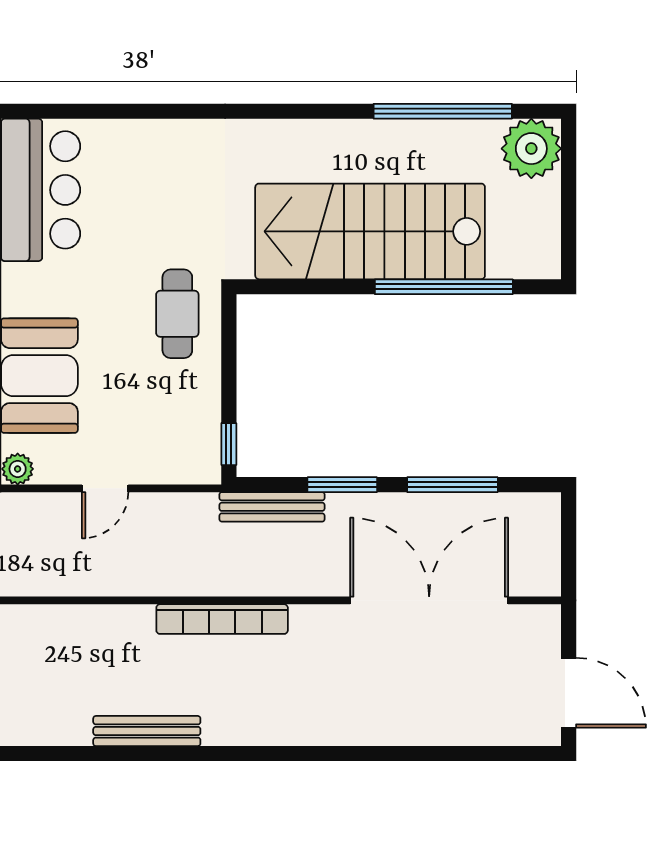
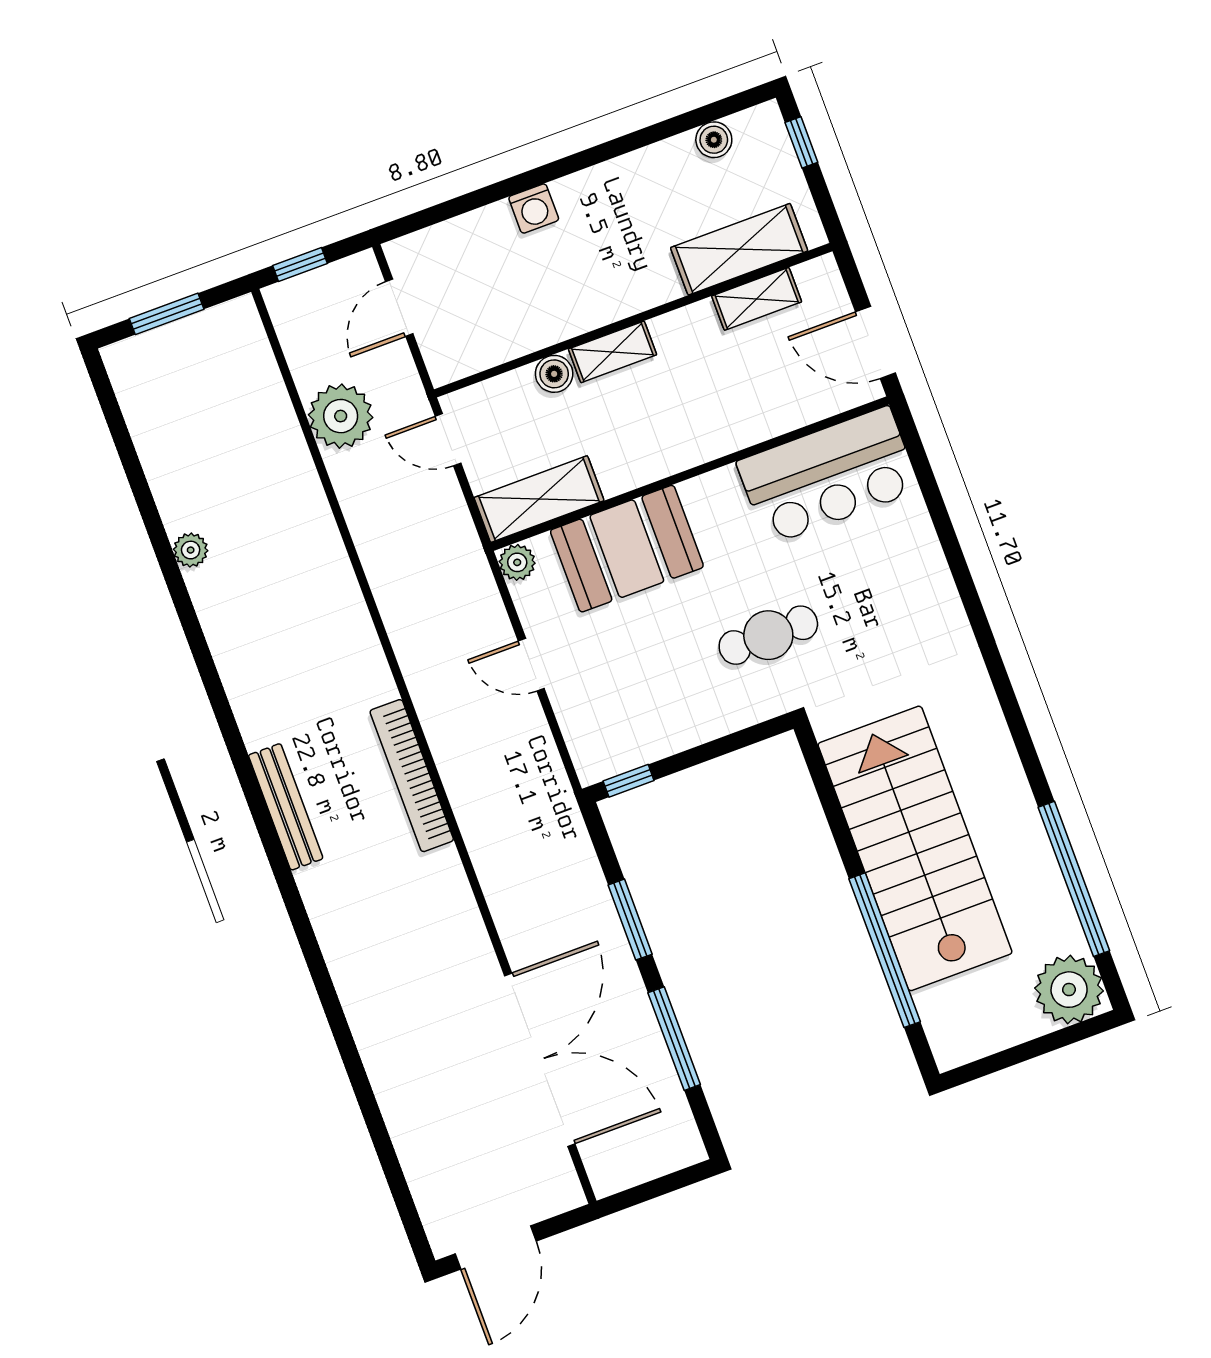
cafe table: (177, 314) -> (768, 635), moved
bench: (272, 507) -> (578, 853), removed
bookcase: (222, 619) -> (412, 776), moved

